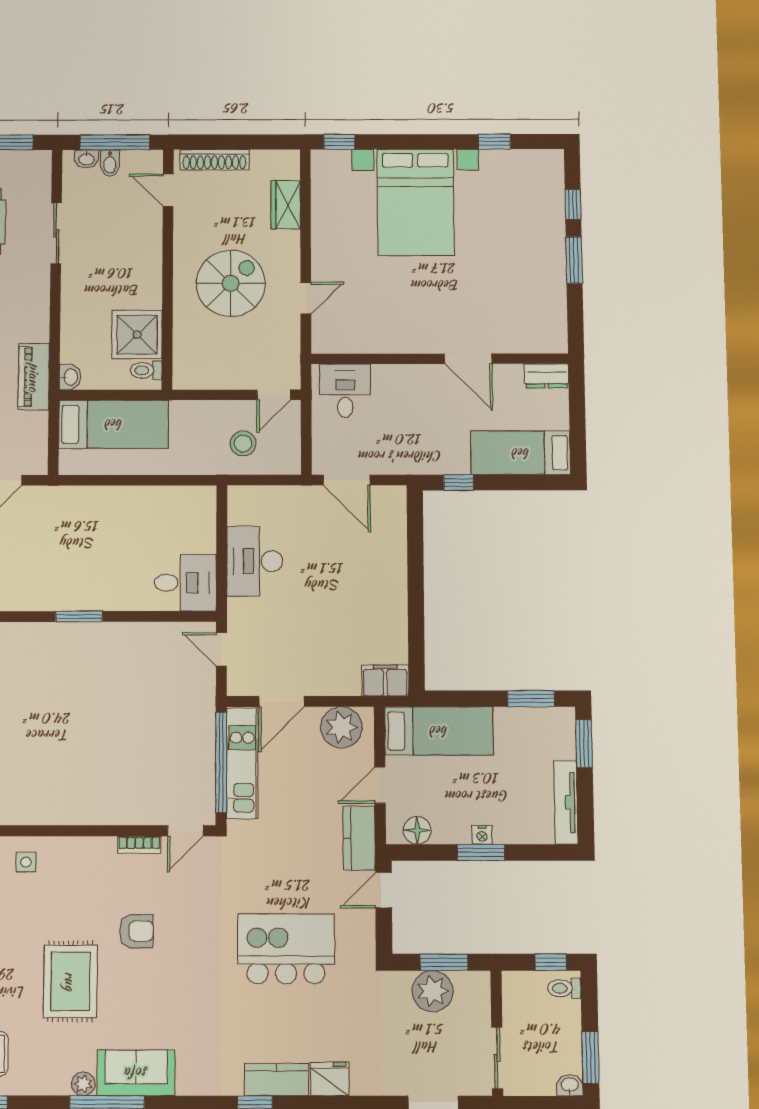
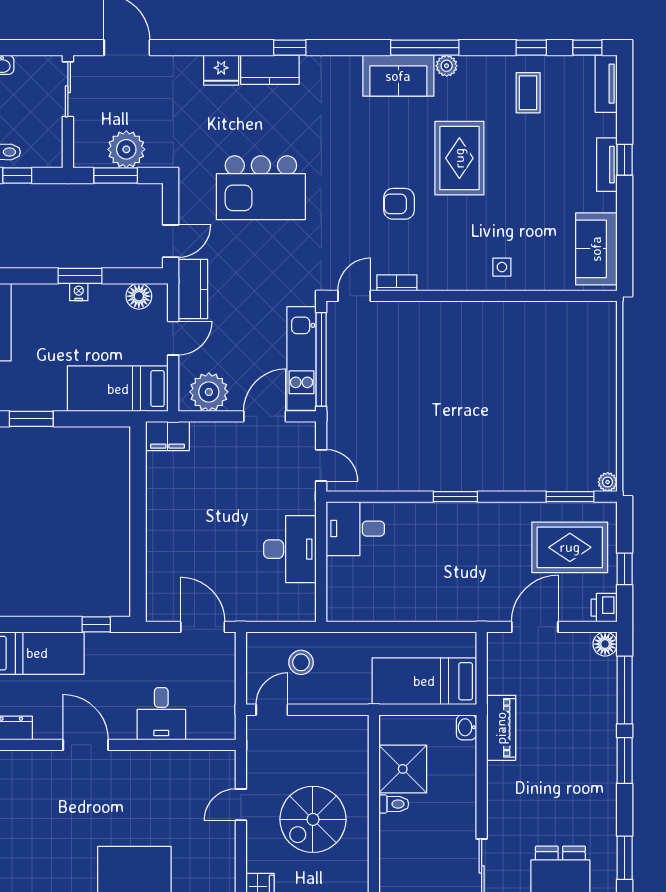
toilet: (146, 370) -> (394, 804), moved
desk: (345, 391) -> (161, 714), moved

